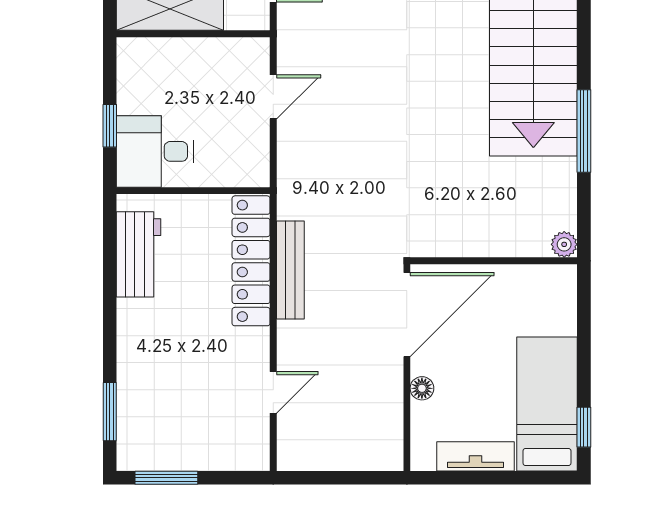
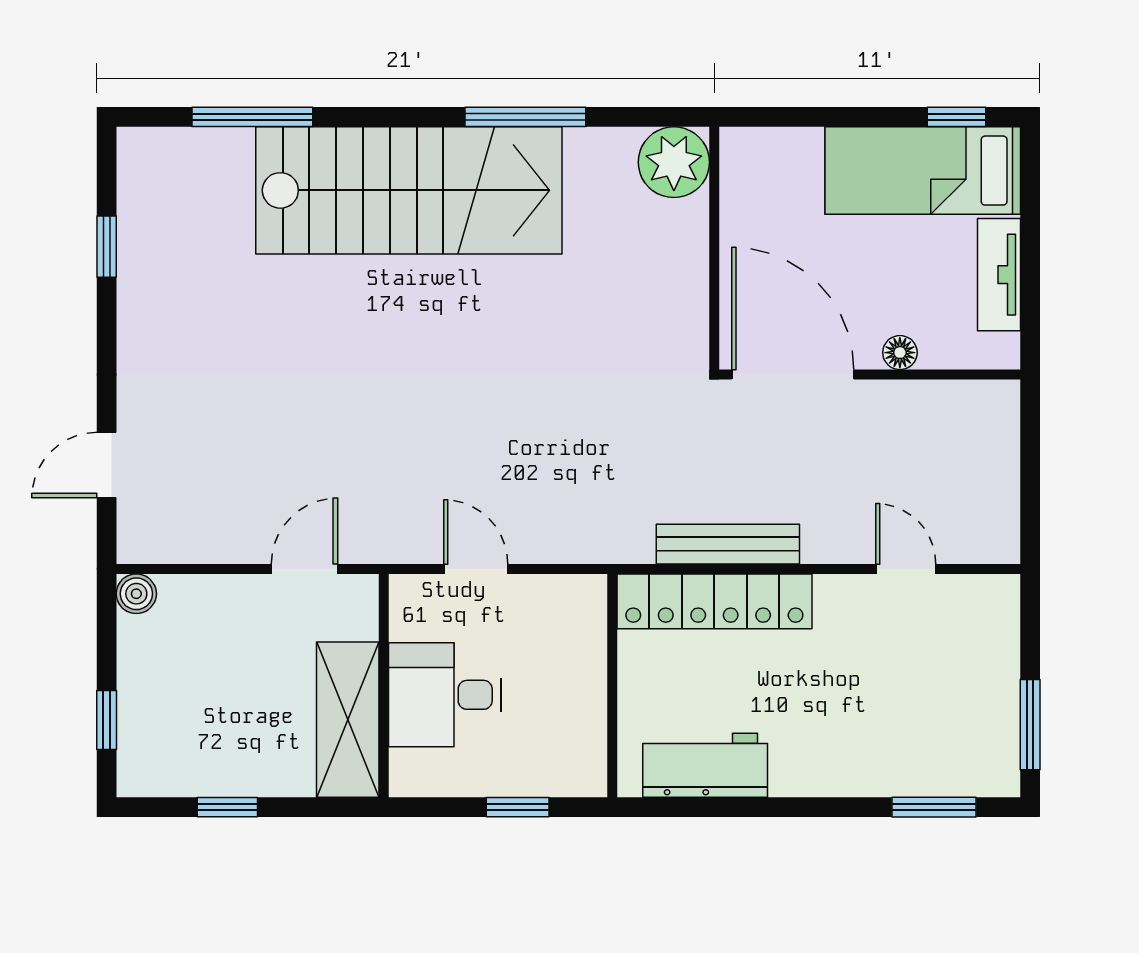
desk: (155, 151) -> (445, 695), moved, turned 90
plant: (564, 244) -> (674, 162), width x1.87, depth x1.87

